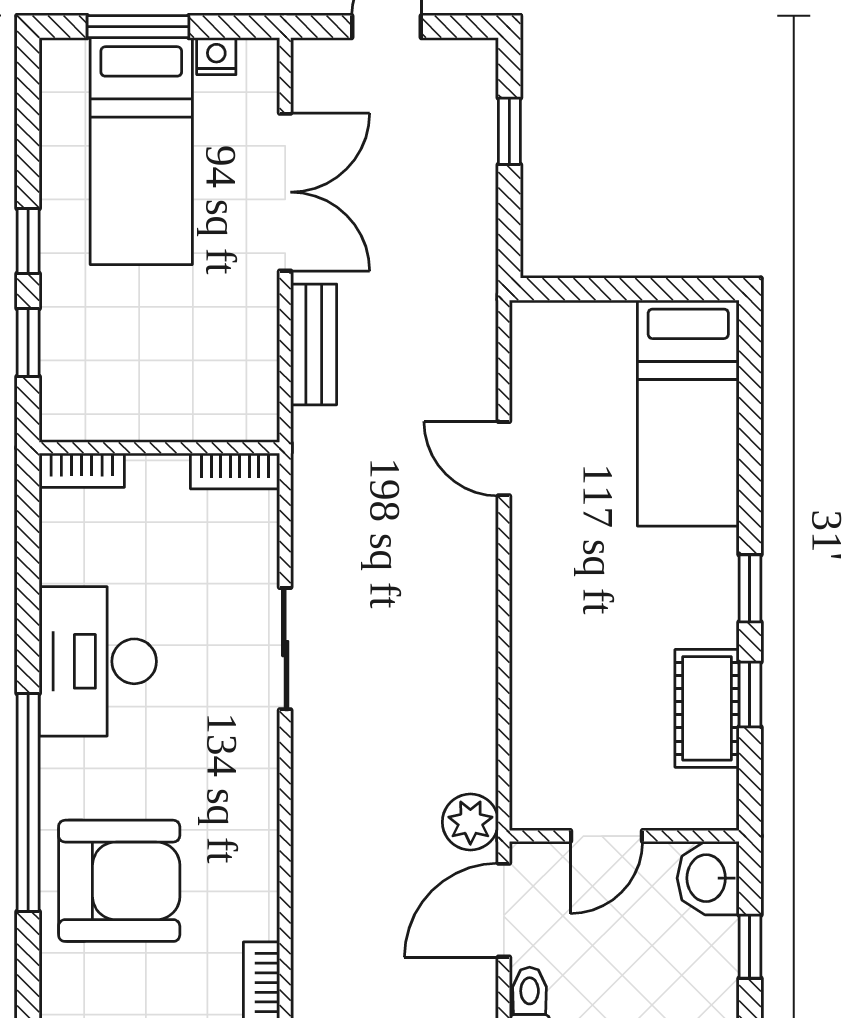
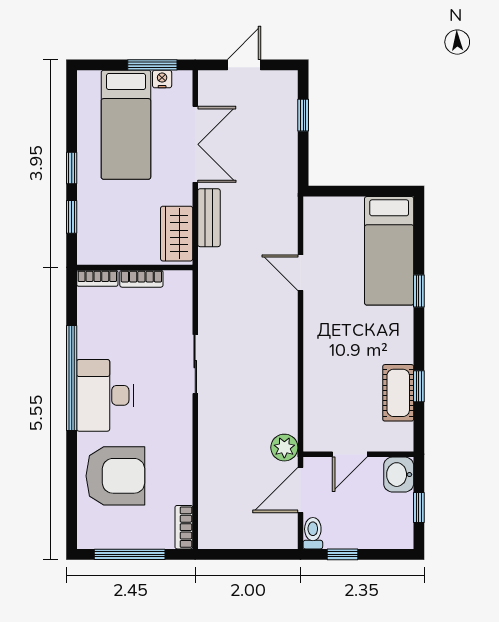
window: (138, 27) -> (152, 65), moved
wardrobe: (247, 377) -> (177, 234), added
bookcase: (235, 471) -> (141, 279), moved
window: (750, 588) -> (419, 291), moved
desk: (98, 661) -> (105, 395), moved
window: (28, 803) -> (72, 378), moved

